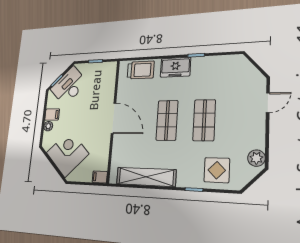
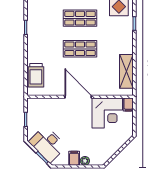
freezer: (175, 67) -> (35, 44), removed
trolley: (141, 70) -> (36, 75), turned 180
door: (113, 118) -> (78, 97), hinge flipped
corner desk: (67, 153) -> (107, 113), moved, turned -135
shelving: (146, 177) -> (126, 71), width x0.68

